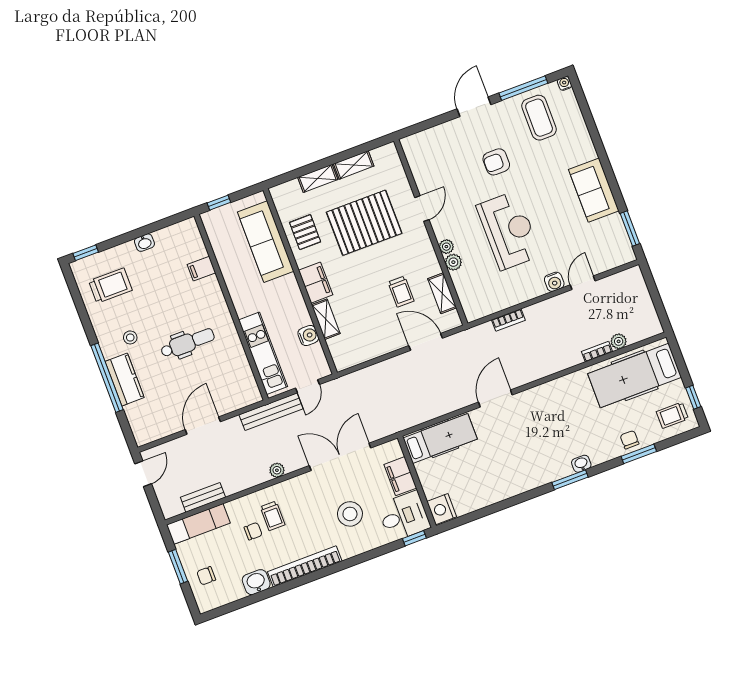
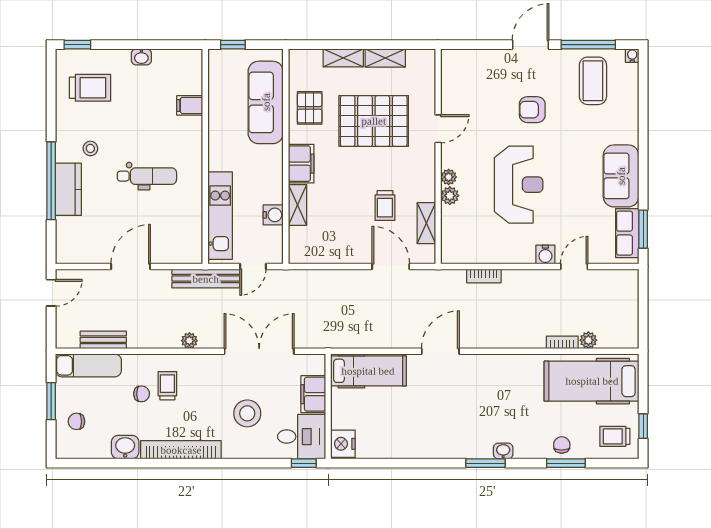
row of seats: (617, 237) -> (627, 233), added
trolley: (273, 516) -> (167, 386), turned 180

